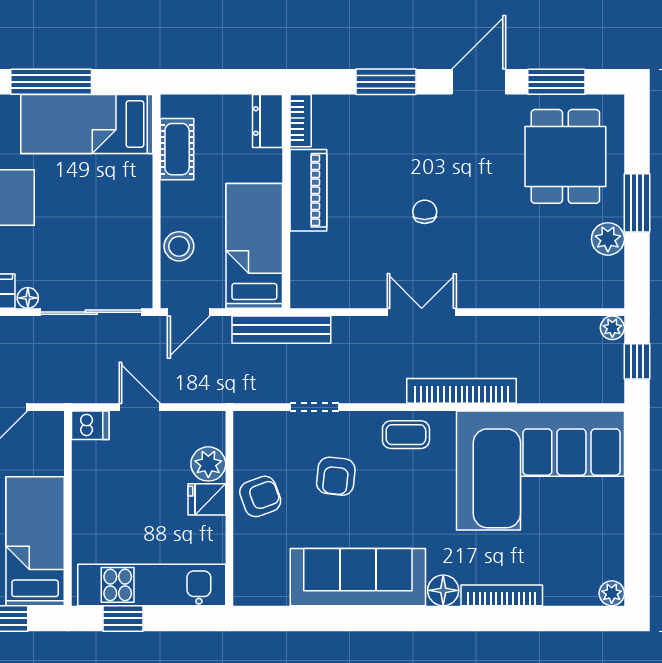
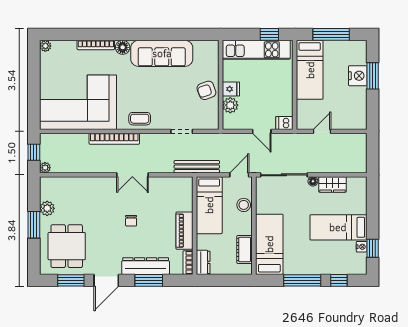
dresser: (393, 113) -> (146, 266), added
bed: (87, 124) -> (269, 244), moved, turned -90
armchair: (336, 476) -> (172, 100), removed

